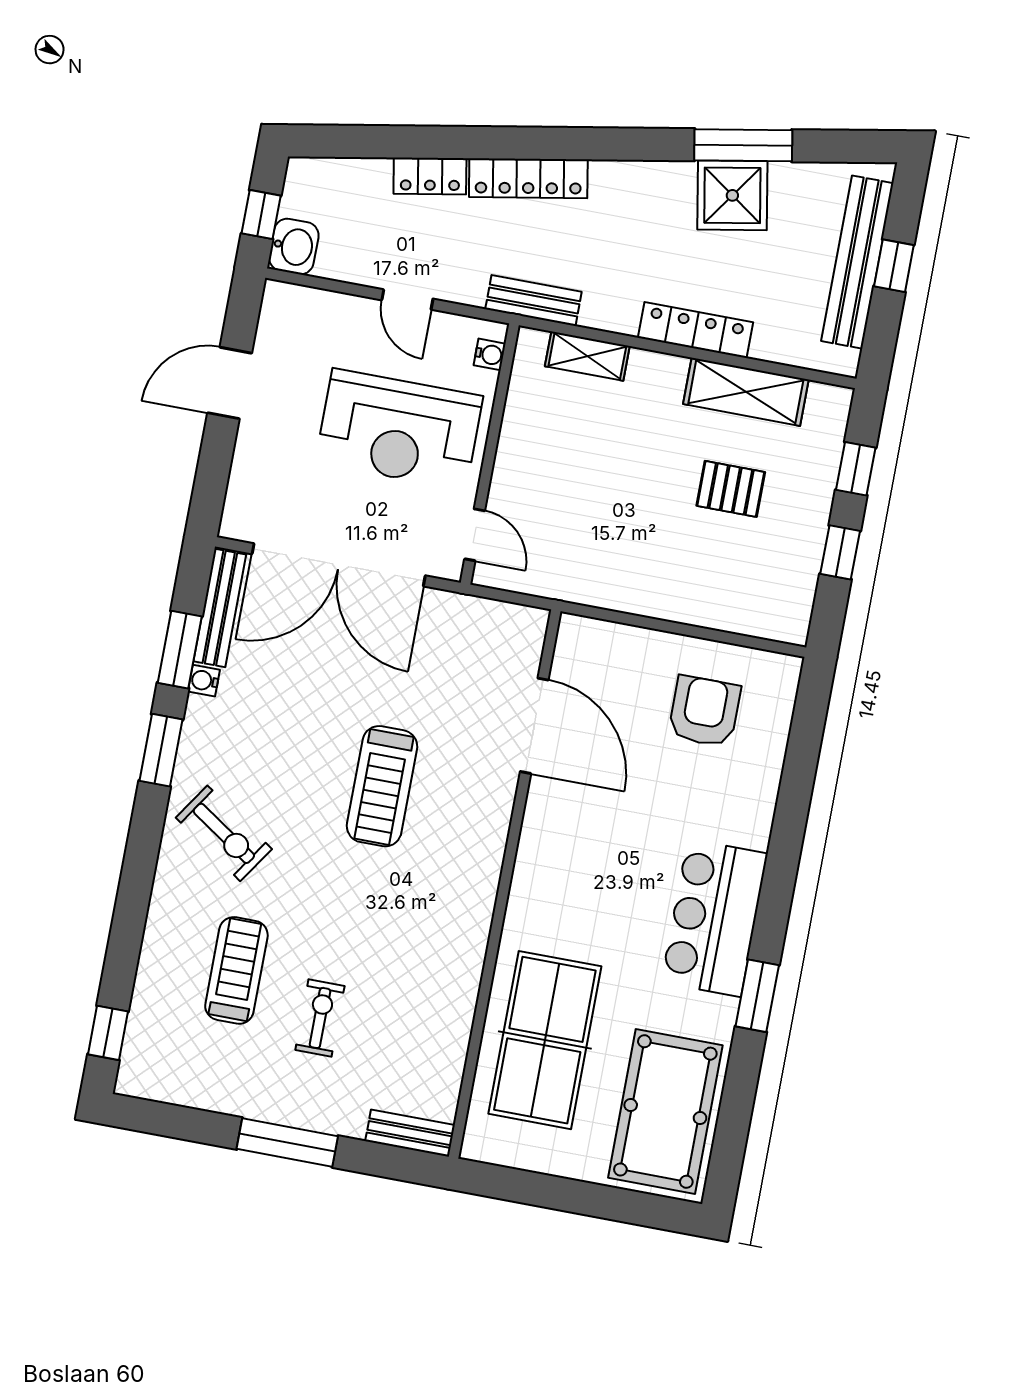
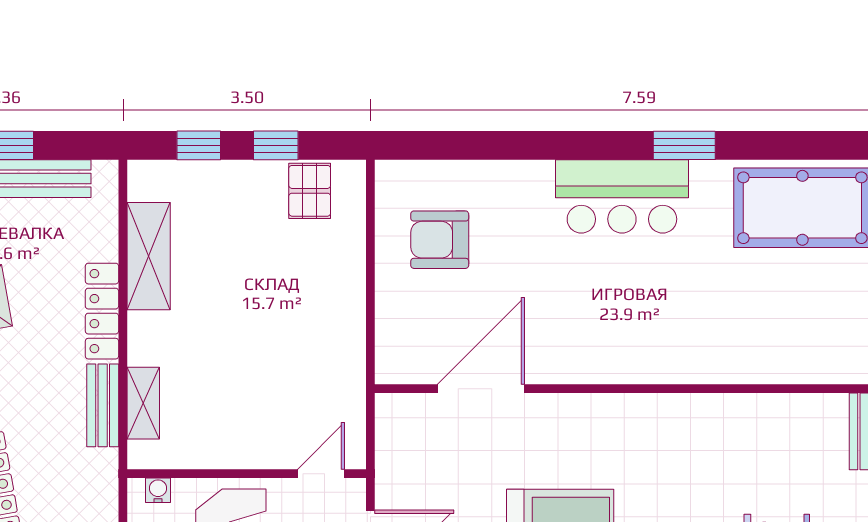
bench: (533, 301) -> (103, 405), moved
pallet: (731, 489) -> (310, 191), moved
table tennis table: (545, 1040) -> (759, 327), removed

